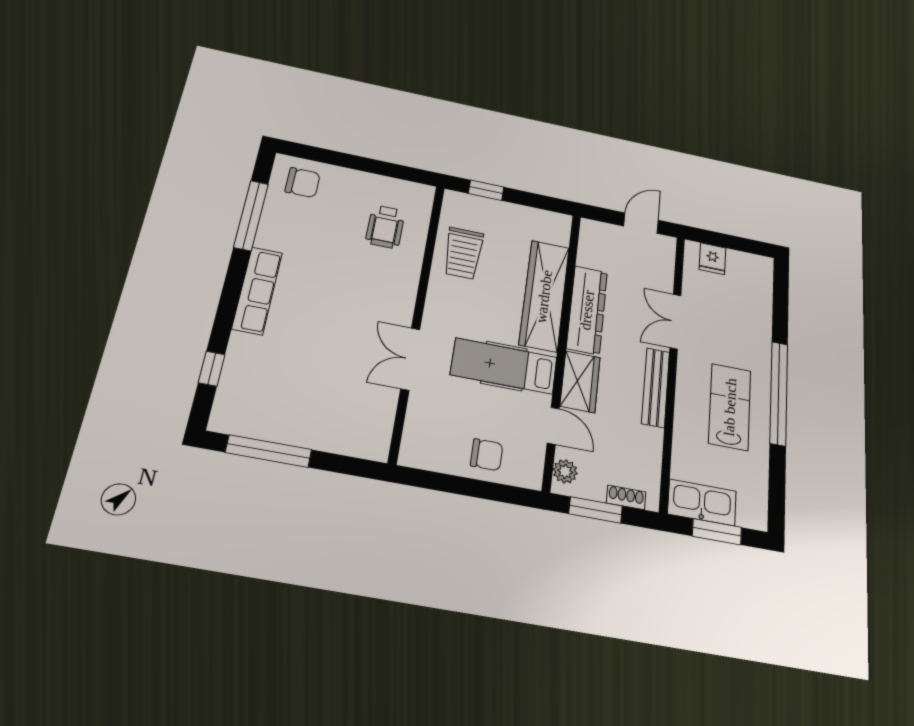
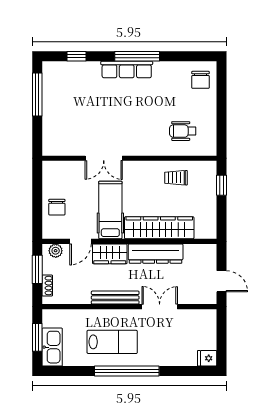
window: (251, 215) -> (137, 56), moved
trolley: (463, 253) -> (176, 178), width x0.73, depth x0.72
fridge: (713, 259) -> (207, 358), moved
double door: (410, 359) -> (104, 158), swing flipped
kitchen sink: (702, 503) -> (52, 347), moved

